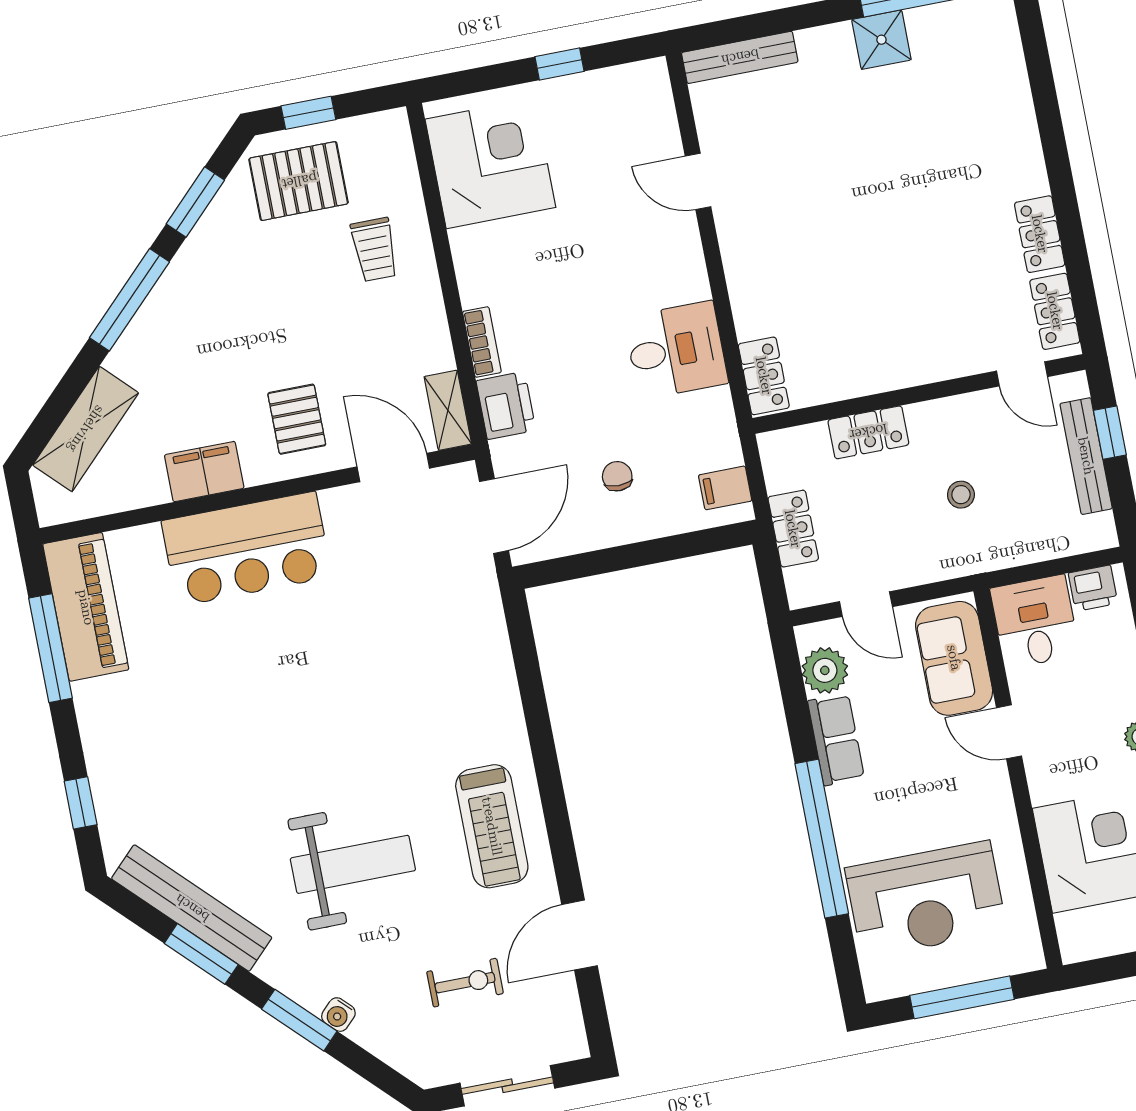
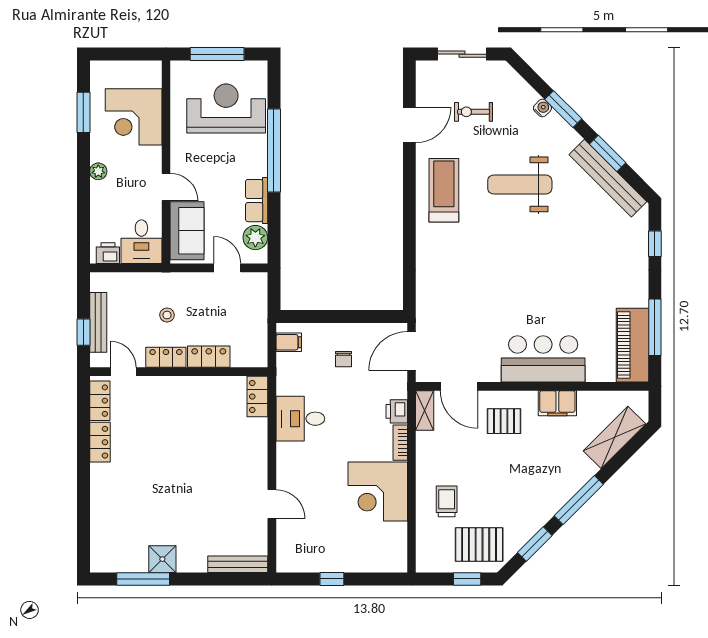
corner desk: (490, 163) -> (378, 492), moved
printer: (506, 406) -> (397, 411), width x0.73, depth x0.81
pallet: (297, 419) -> (504, 421), turned 90
locker: (793, 529) -> (166, 357), moved, turned 90

